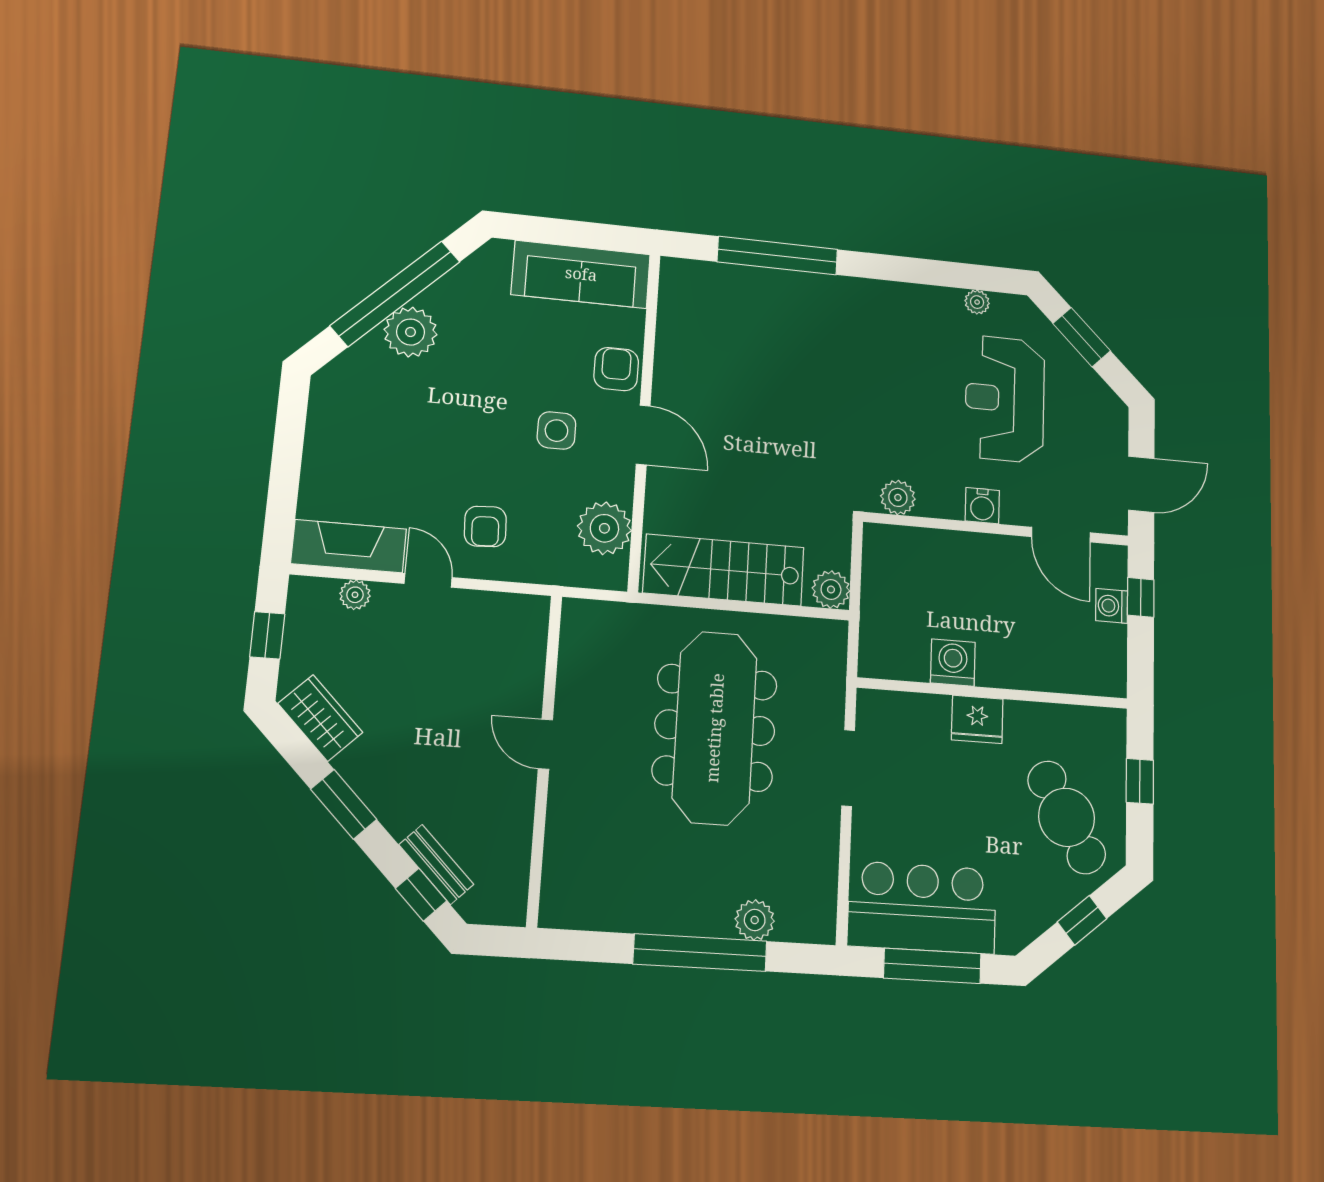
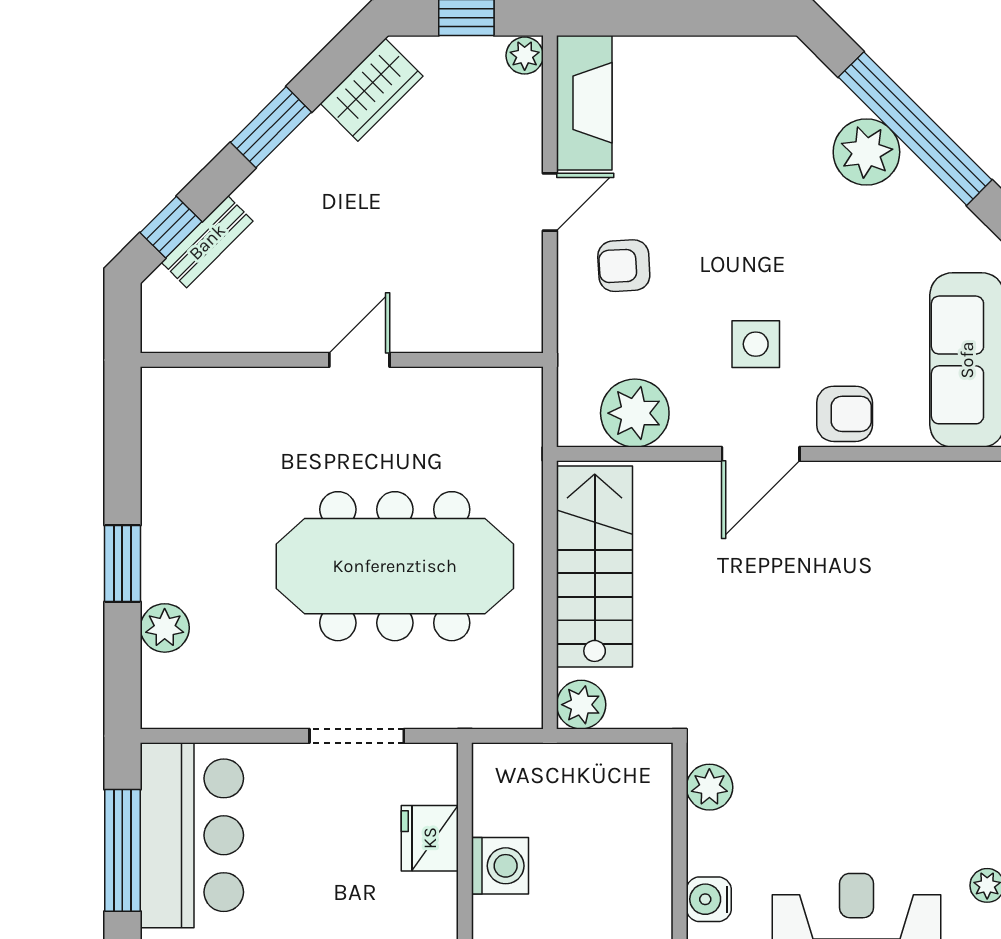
plant: (355, 595) -> (525, 56), moved
fridge: (977, 719) -> (430, 838), moved
window: (700, 953) -> (122, 563), width x0.47

